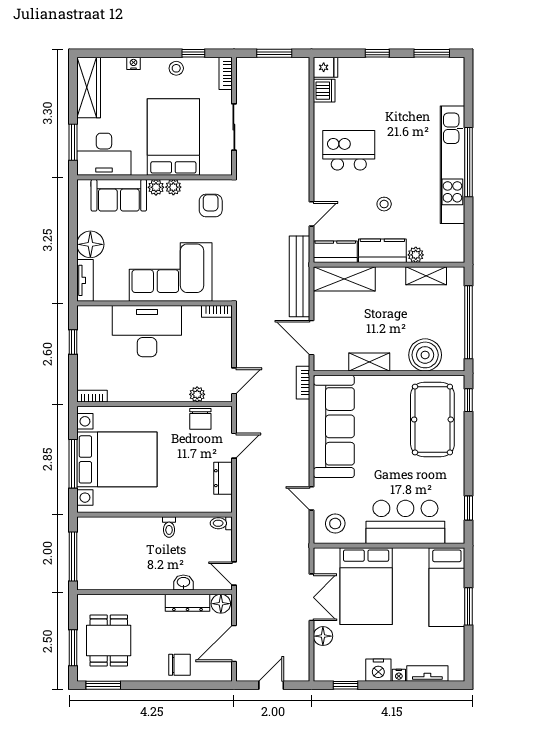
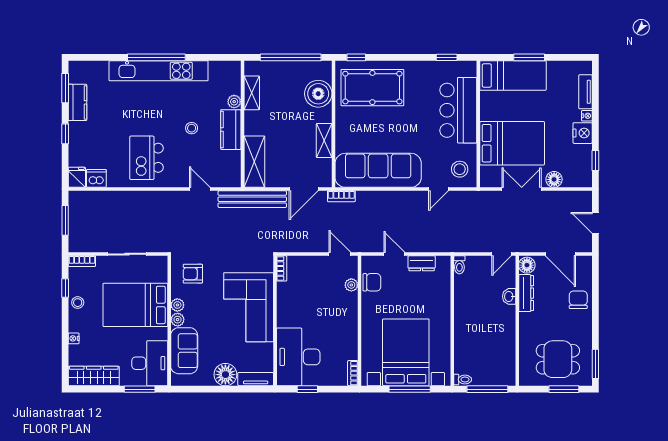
kitchen counter: (335, 252) -> (78, 102), moved, turned 180
desk: (147, 331) -> (298, 357), moved
toilet: (169, 527) -> (463, 379), moved

